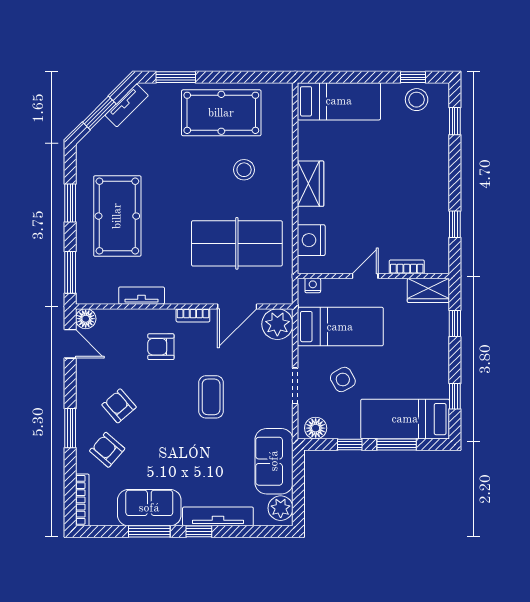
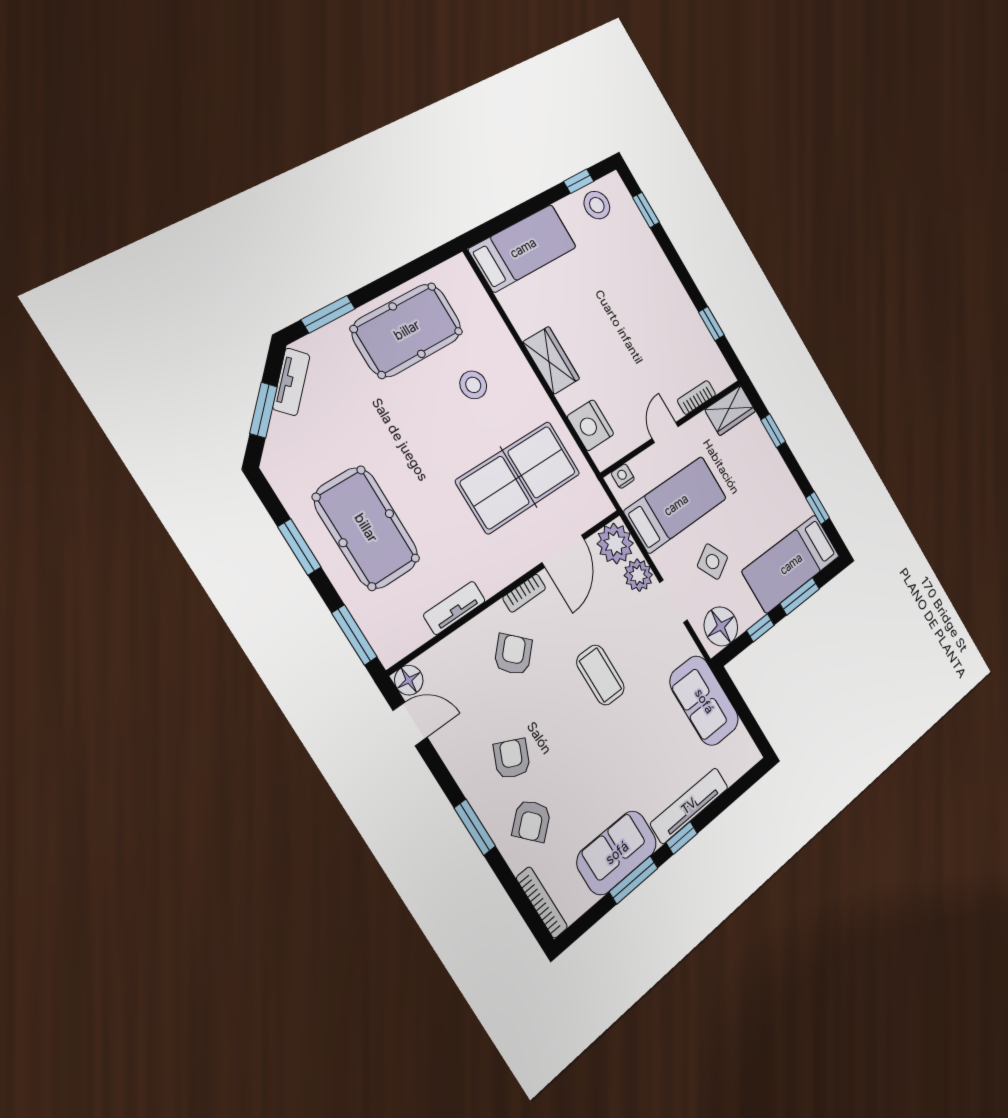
armchair: (161, 347) -> (513, 654), turned 134
armchair: (119, 406) -> (512, 759), turned 65
floor lamp: (316, 428) -> (721, 626), width x1.38, depth x1.38
armchair: (107, 450) -> (531, 821), turned -83
plant: (281, 508) -> (638, 575), moved

